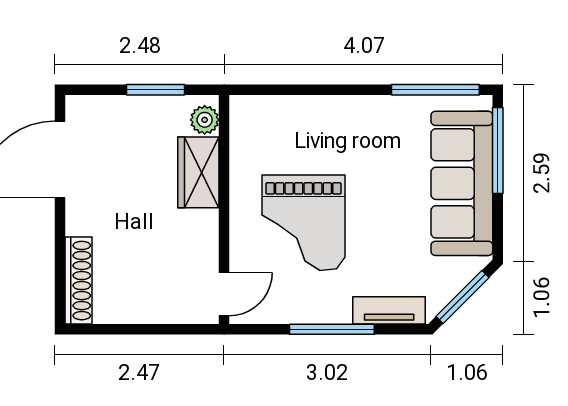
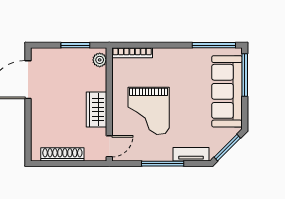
bookcase: (270, 105) -> (132, 53), added
wardrobe: (198, 172) -> (97, 109), moved
shoe rack: (79, 281) -> (62, 154), moved, turned -90

